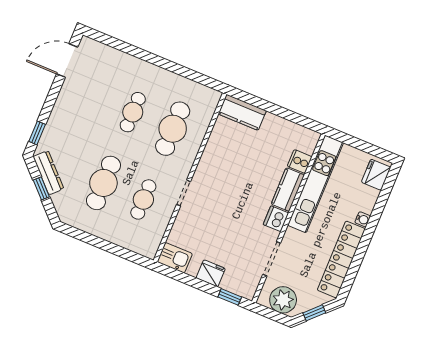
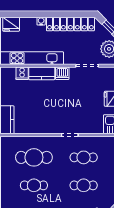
cafe table: (103, 183) -> (84, 185), width x0.73, depth x0.74

